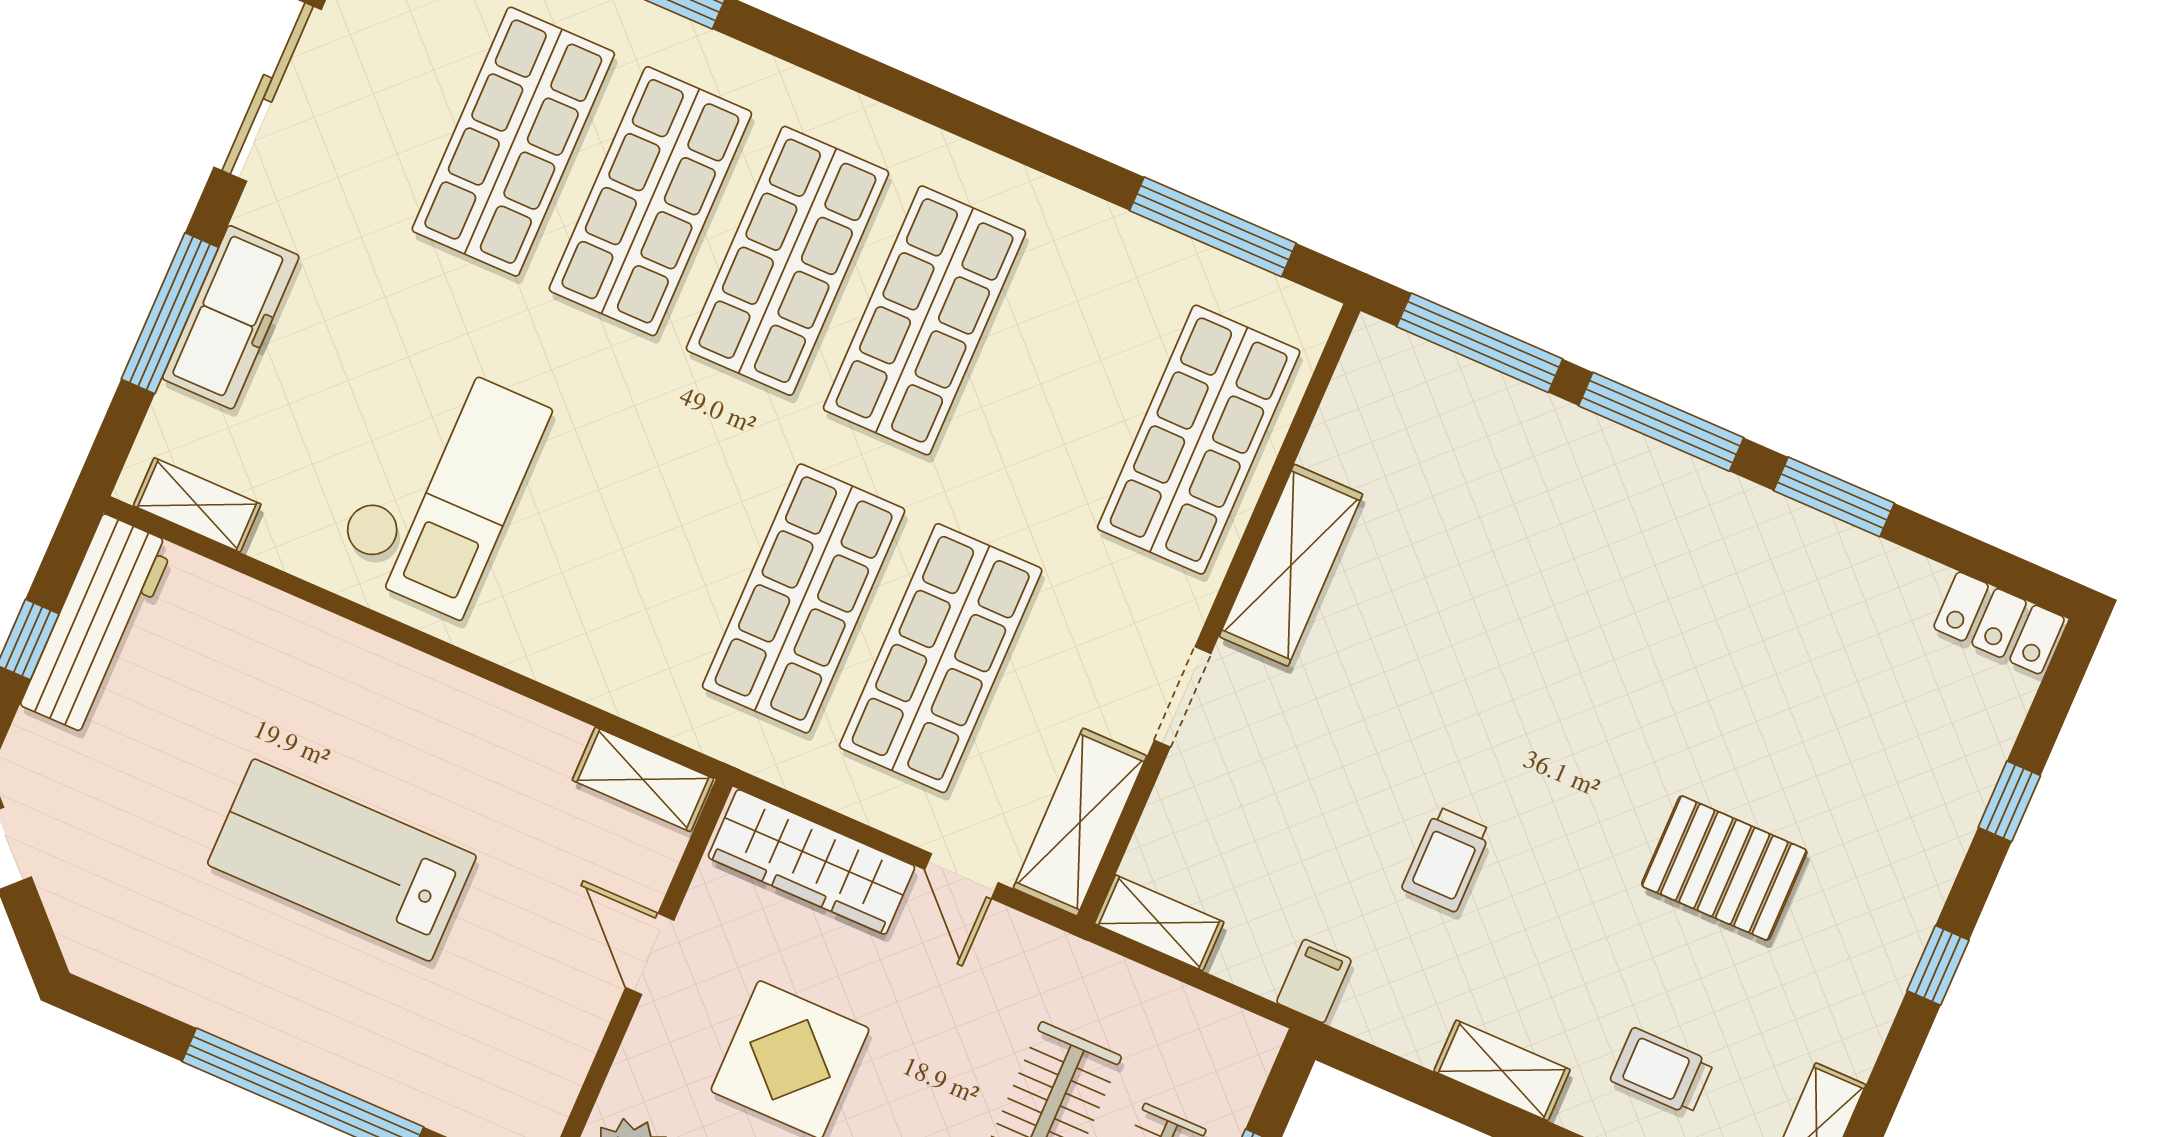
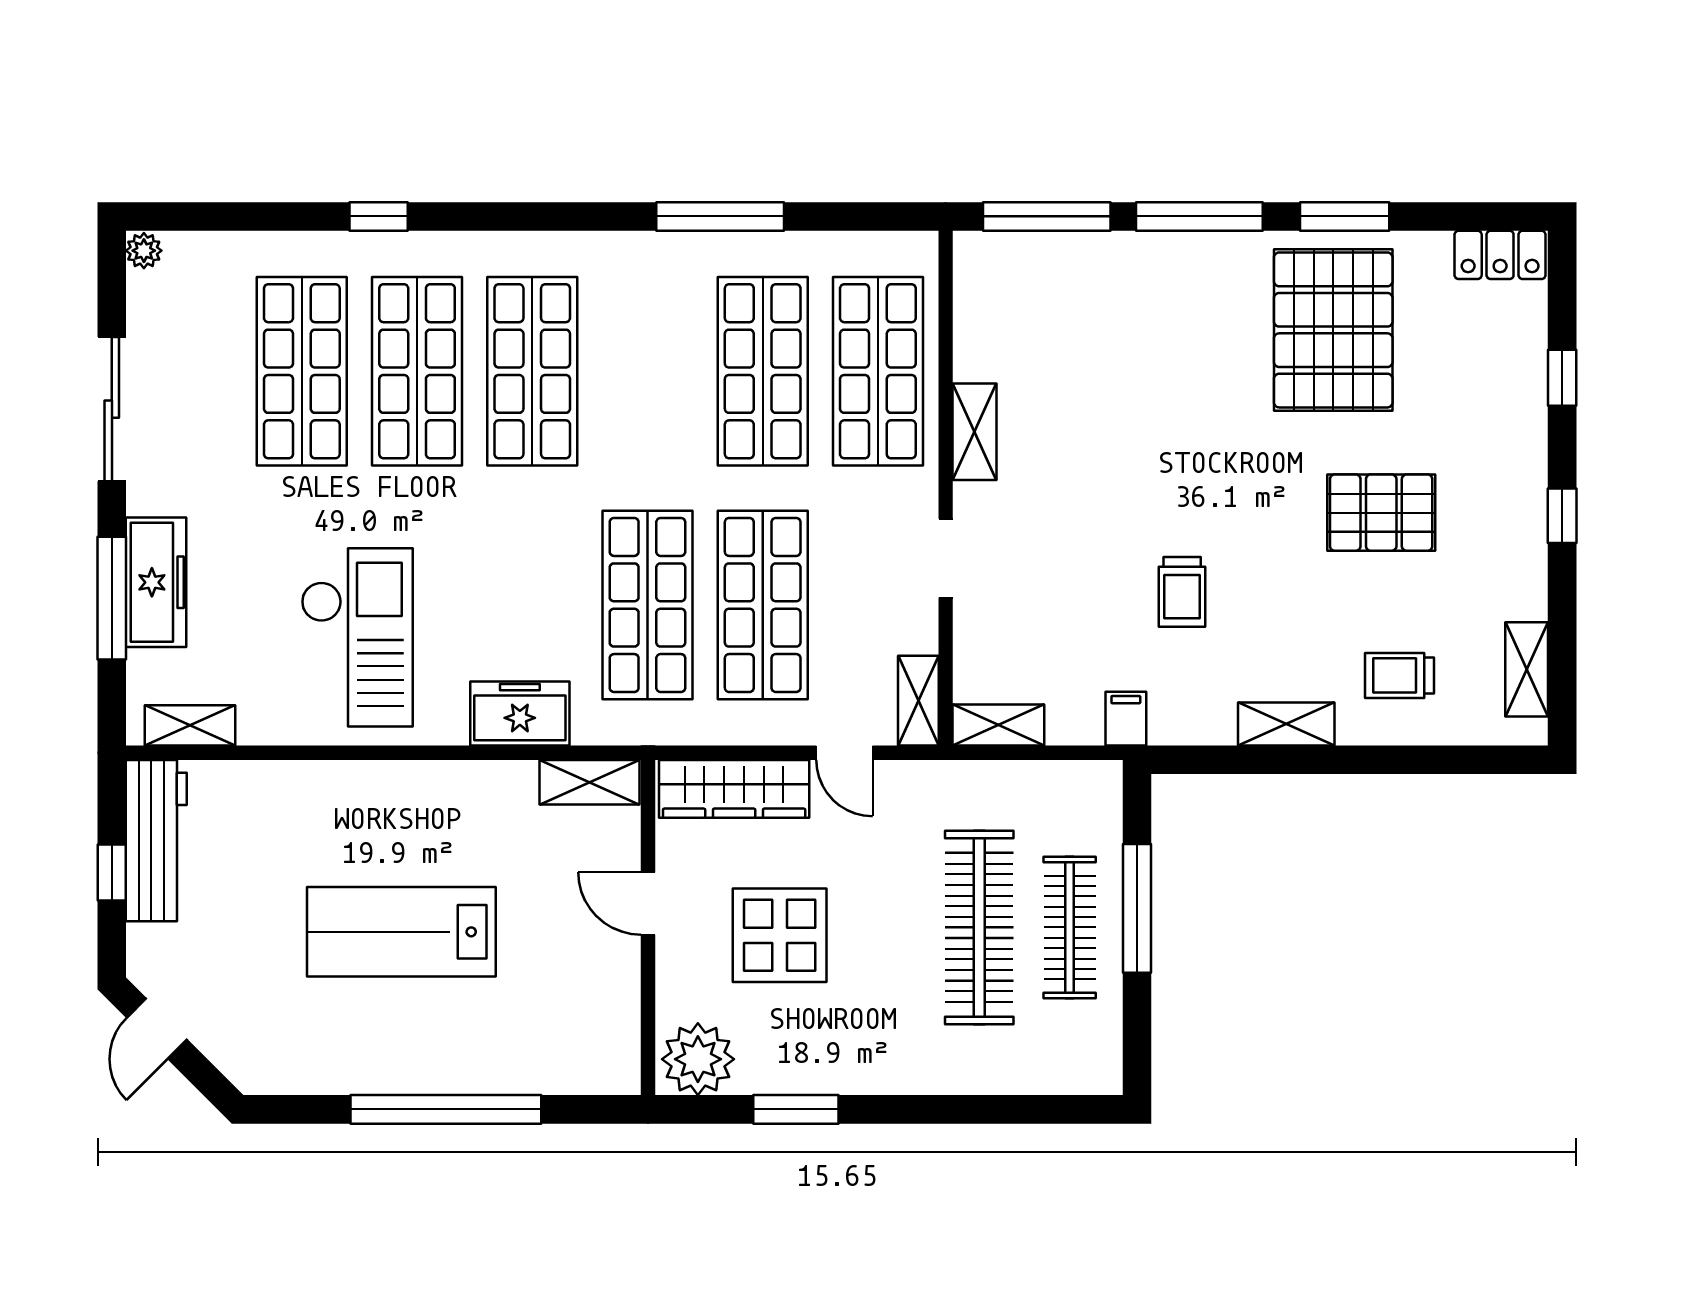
window: (1213, 227) -> (720, 216), moved
shop shelf: (925, 320) -> (763, 371), moved
shelving: (1291, 565) -> (974, 432), width x0.67, depth x0.75
pallet: (1762, 626) -> (1333, 330), added
freezer: (596, 661) -> (520, 713), added
shelving: (1080, 822) -> (918, 701), width x0.67, depth x0.75

